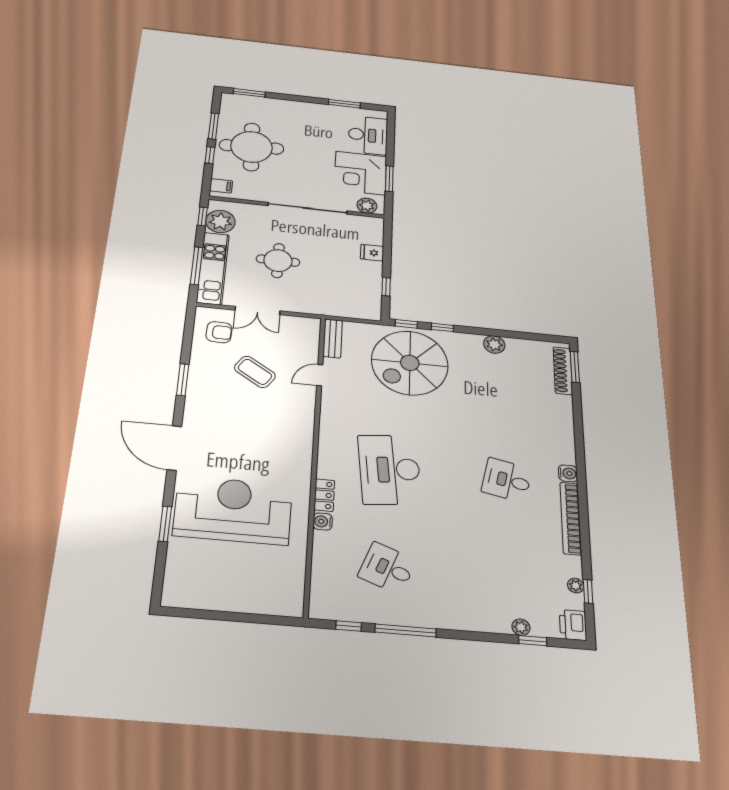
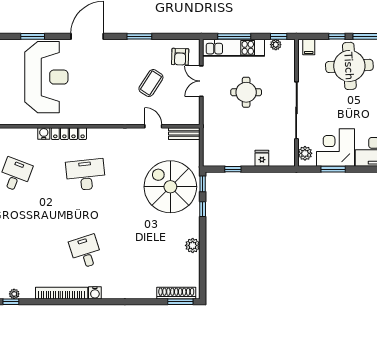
plant: (220, 221) -> (276, 45), width x0.53, depth x0.53
desk: (390, 470) -> (86, 175), width x0.73, depth x0.77
desk: (507, 480) -> (86, 252), turned -30
locker: (324, 495) -> (69, 134), width x1.53

